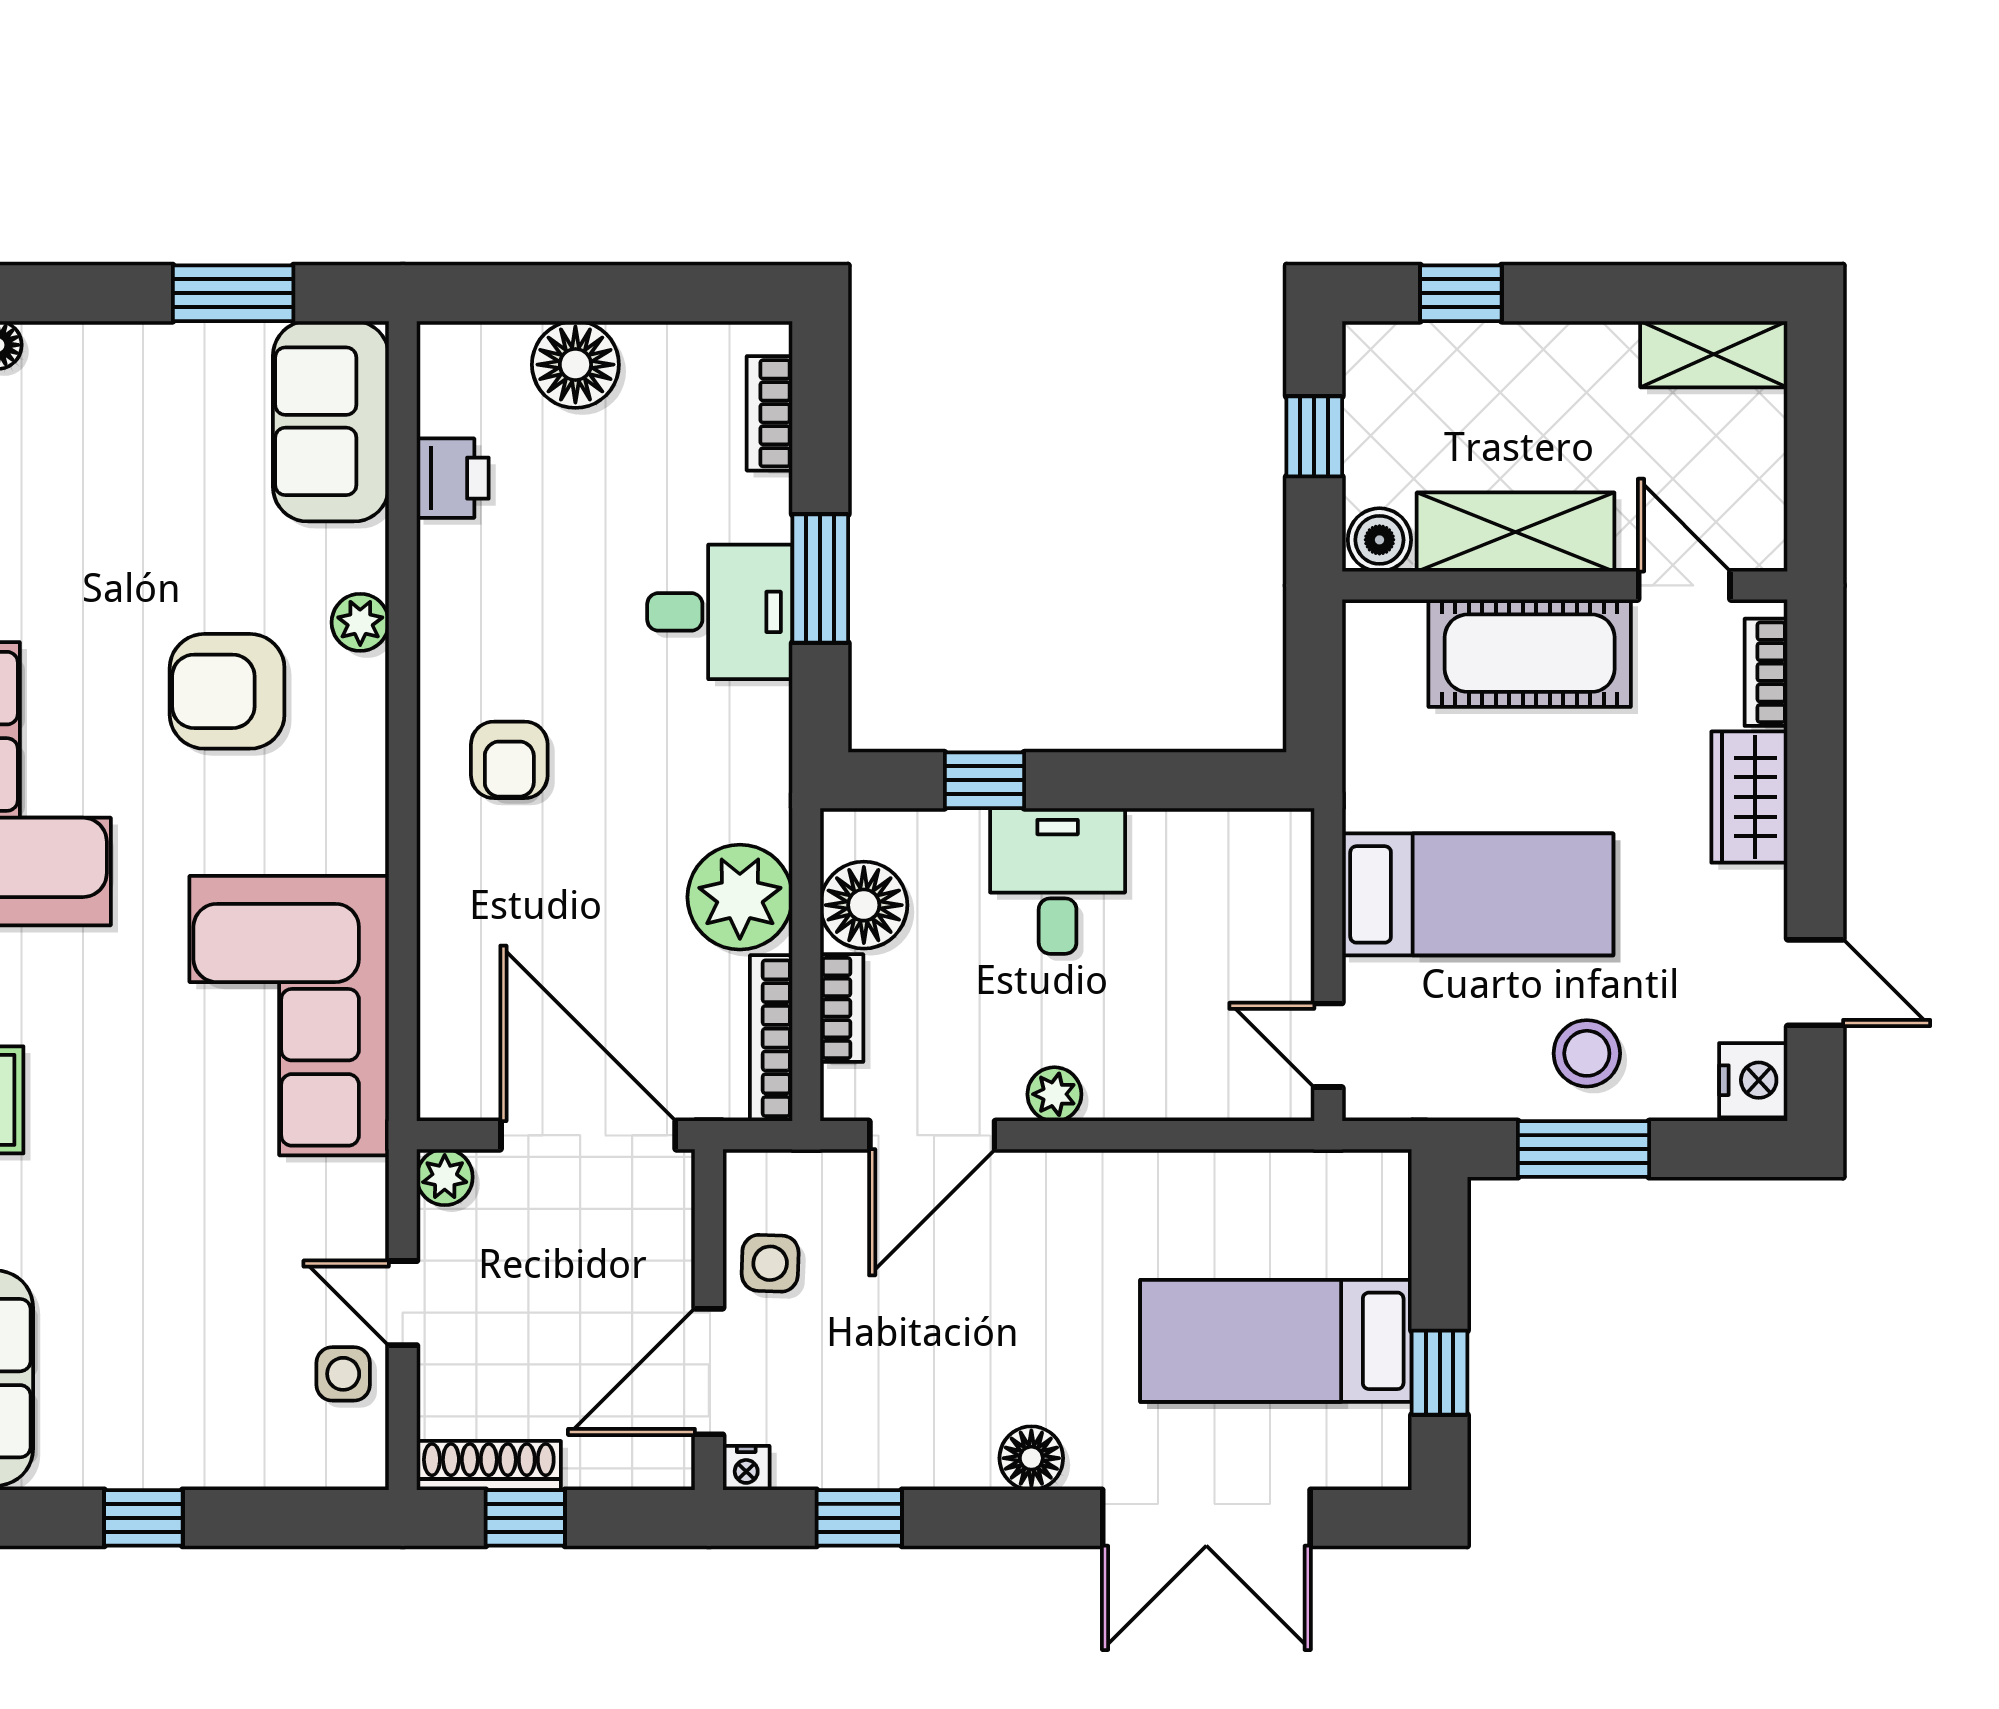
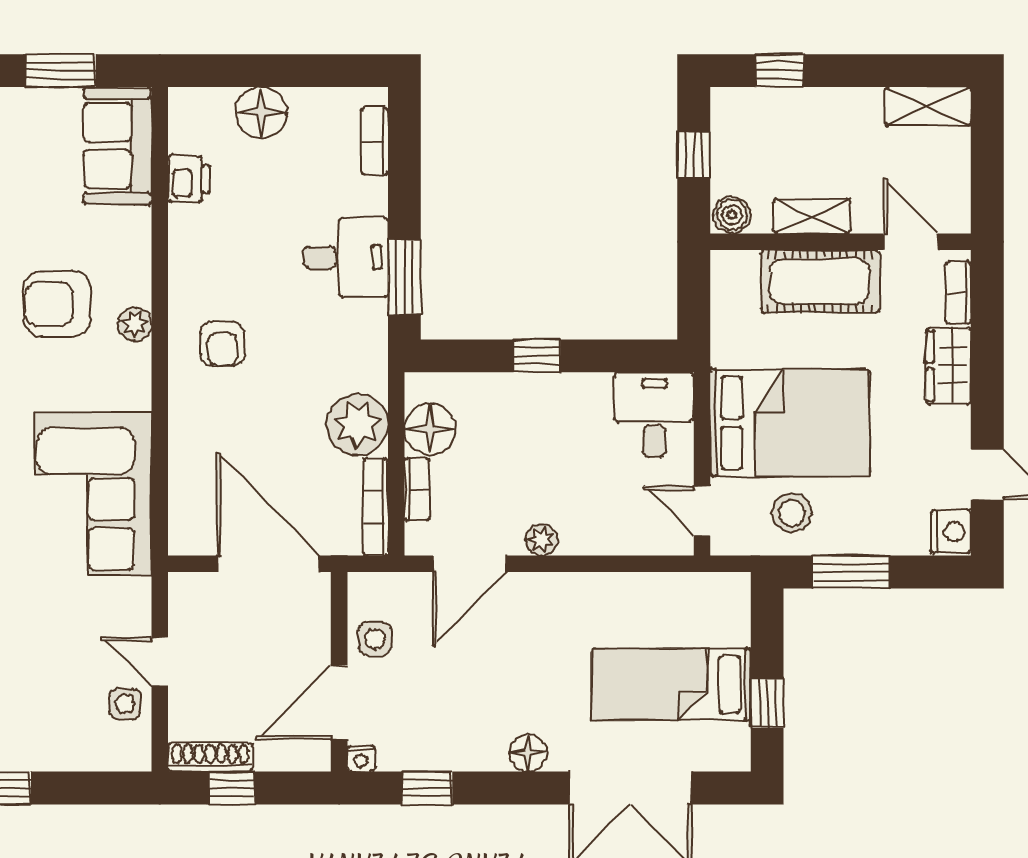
shelving: (1516, 532) -> (812, 216), width x0.67, depth x0.75
window: (820, 579) -> (404, 277), moved
plant: (360, 622) -> (135, 324), moved
window: (984, 780) -> (537, 356), moved
desk: (1058, 881) -> (654, 415), moved
bed: (1478, 894) -> (790, 423), width x1.50
stool: (1587, 1053) -> (792, 513), moved
plant: (445, 1177) -> (184, 588), removed

